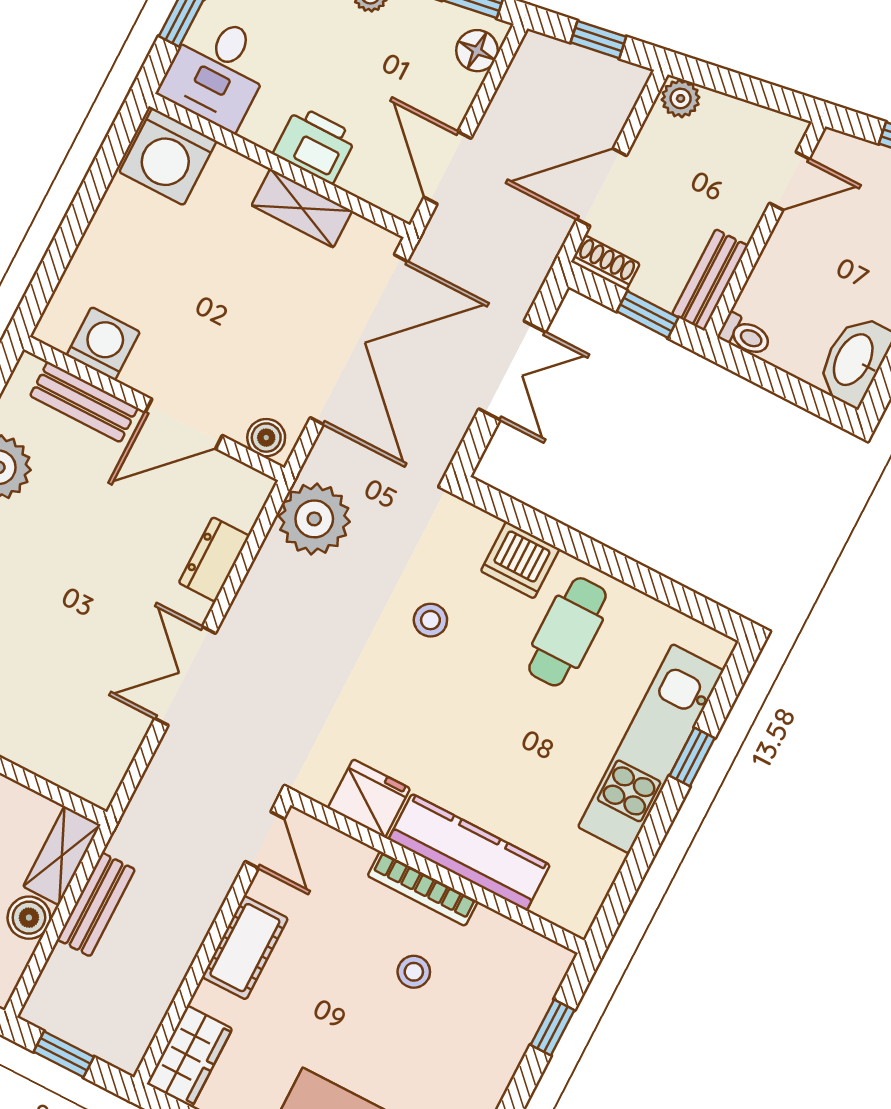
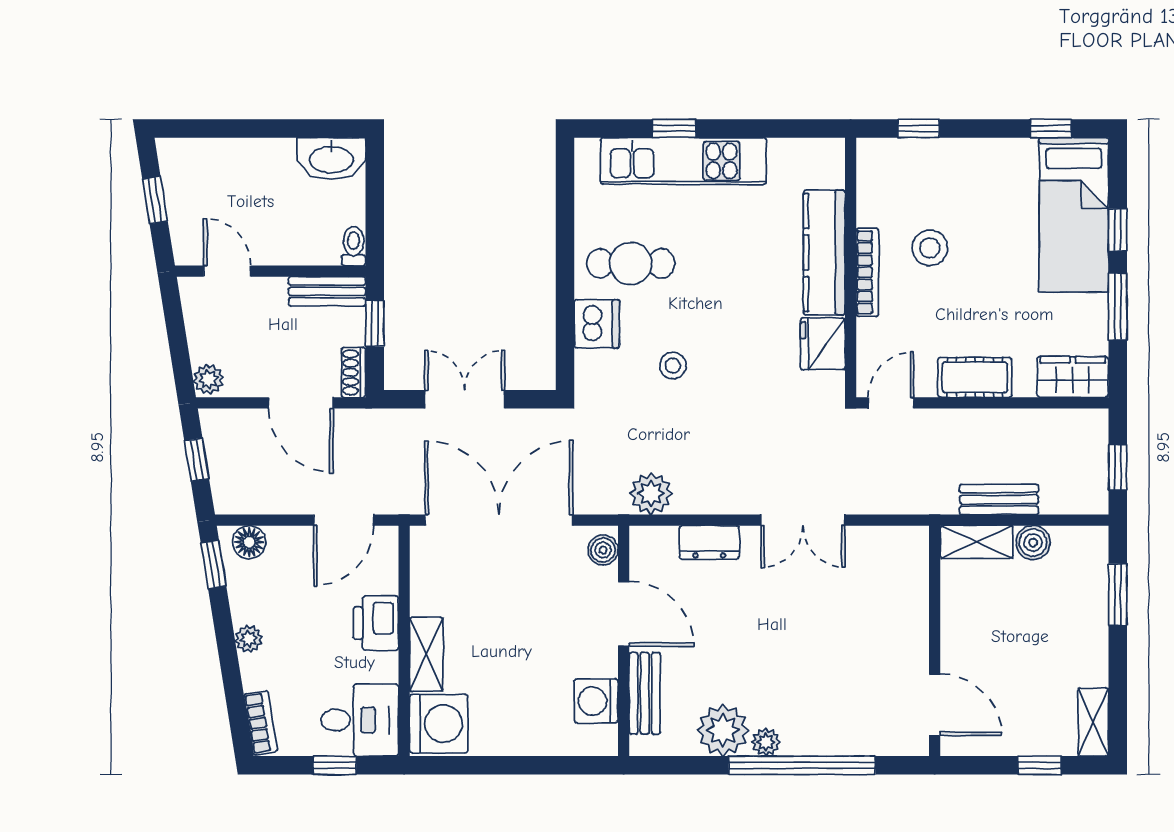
shelving: (302, 208) -> (426, 654), moved
plant: (314, 519) -> (651, 494), width x0.73, depth x0.73
stool: (414, 972) -> (930, 248), width x1.37, depth x1.37

